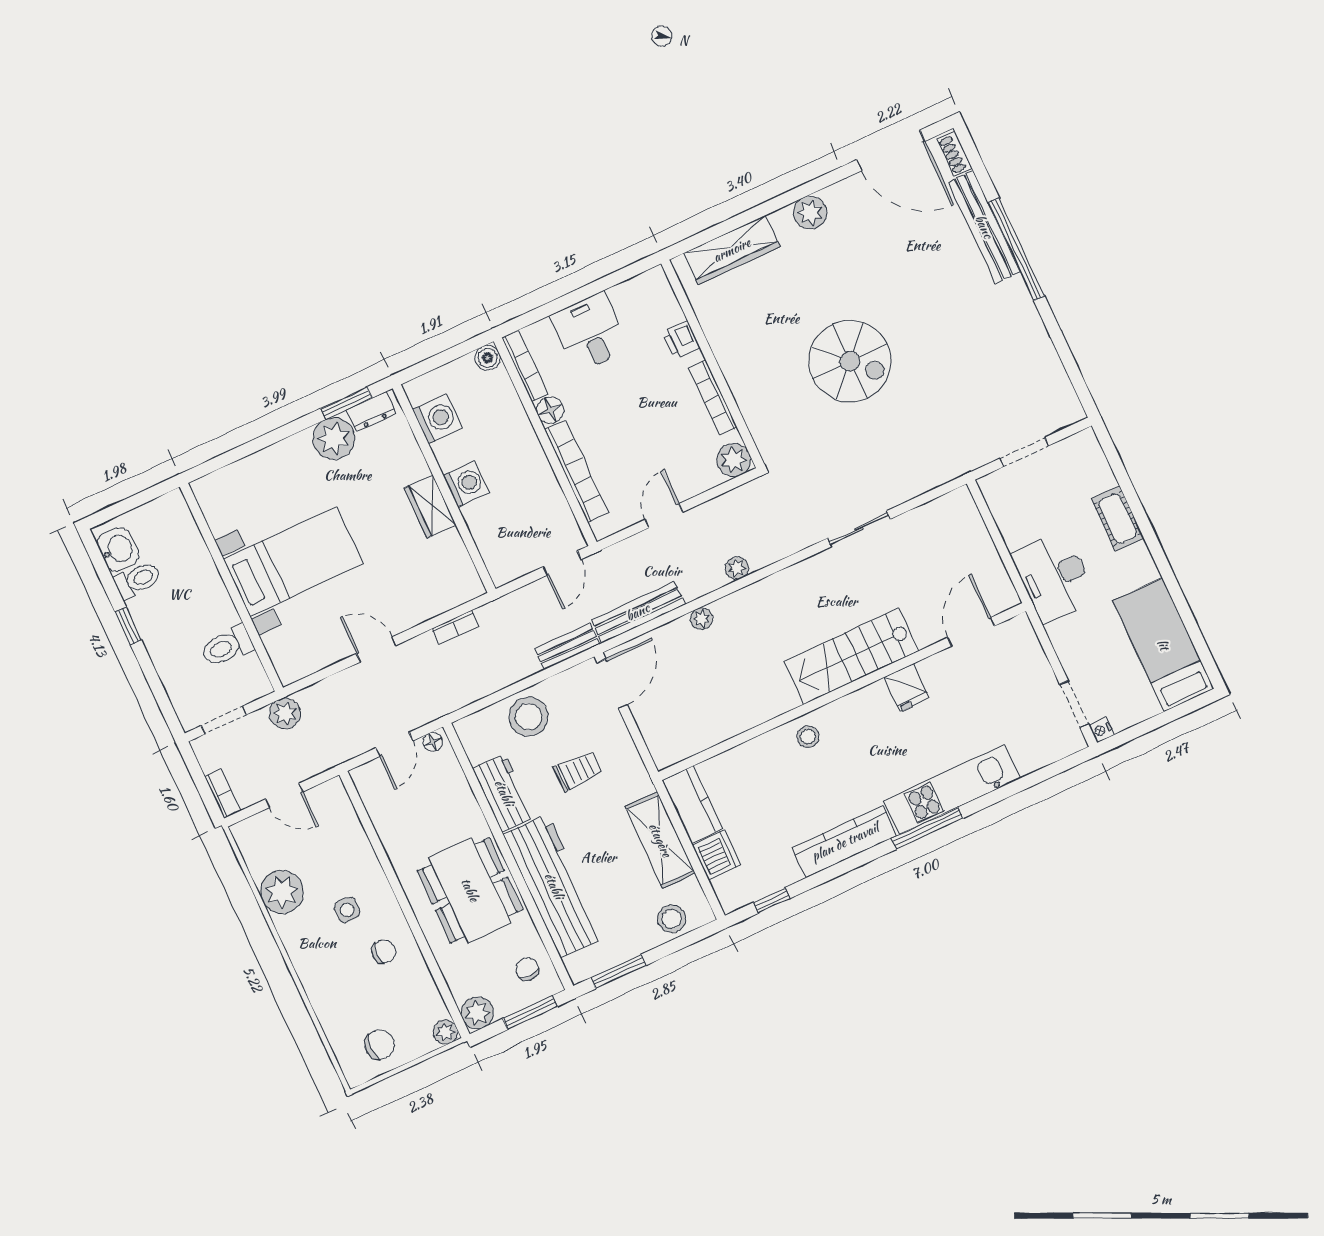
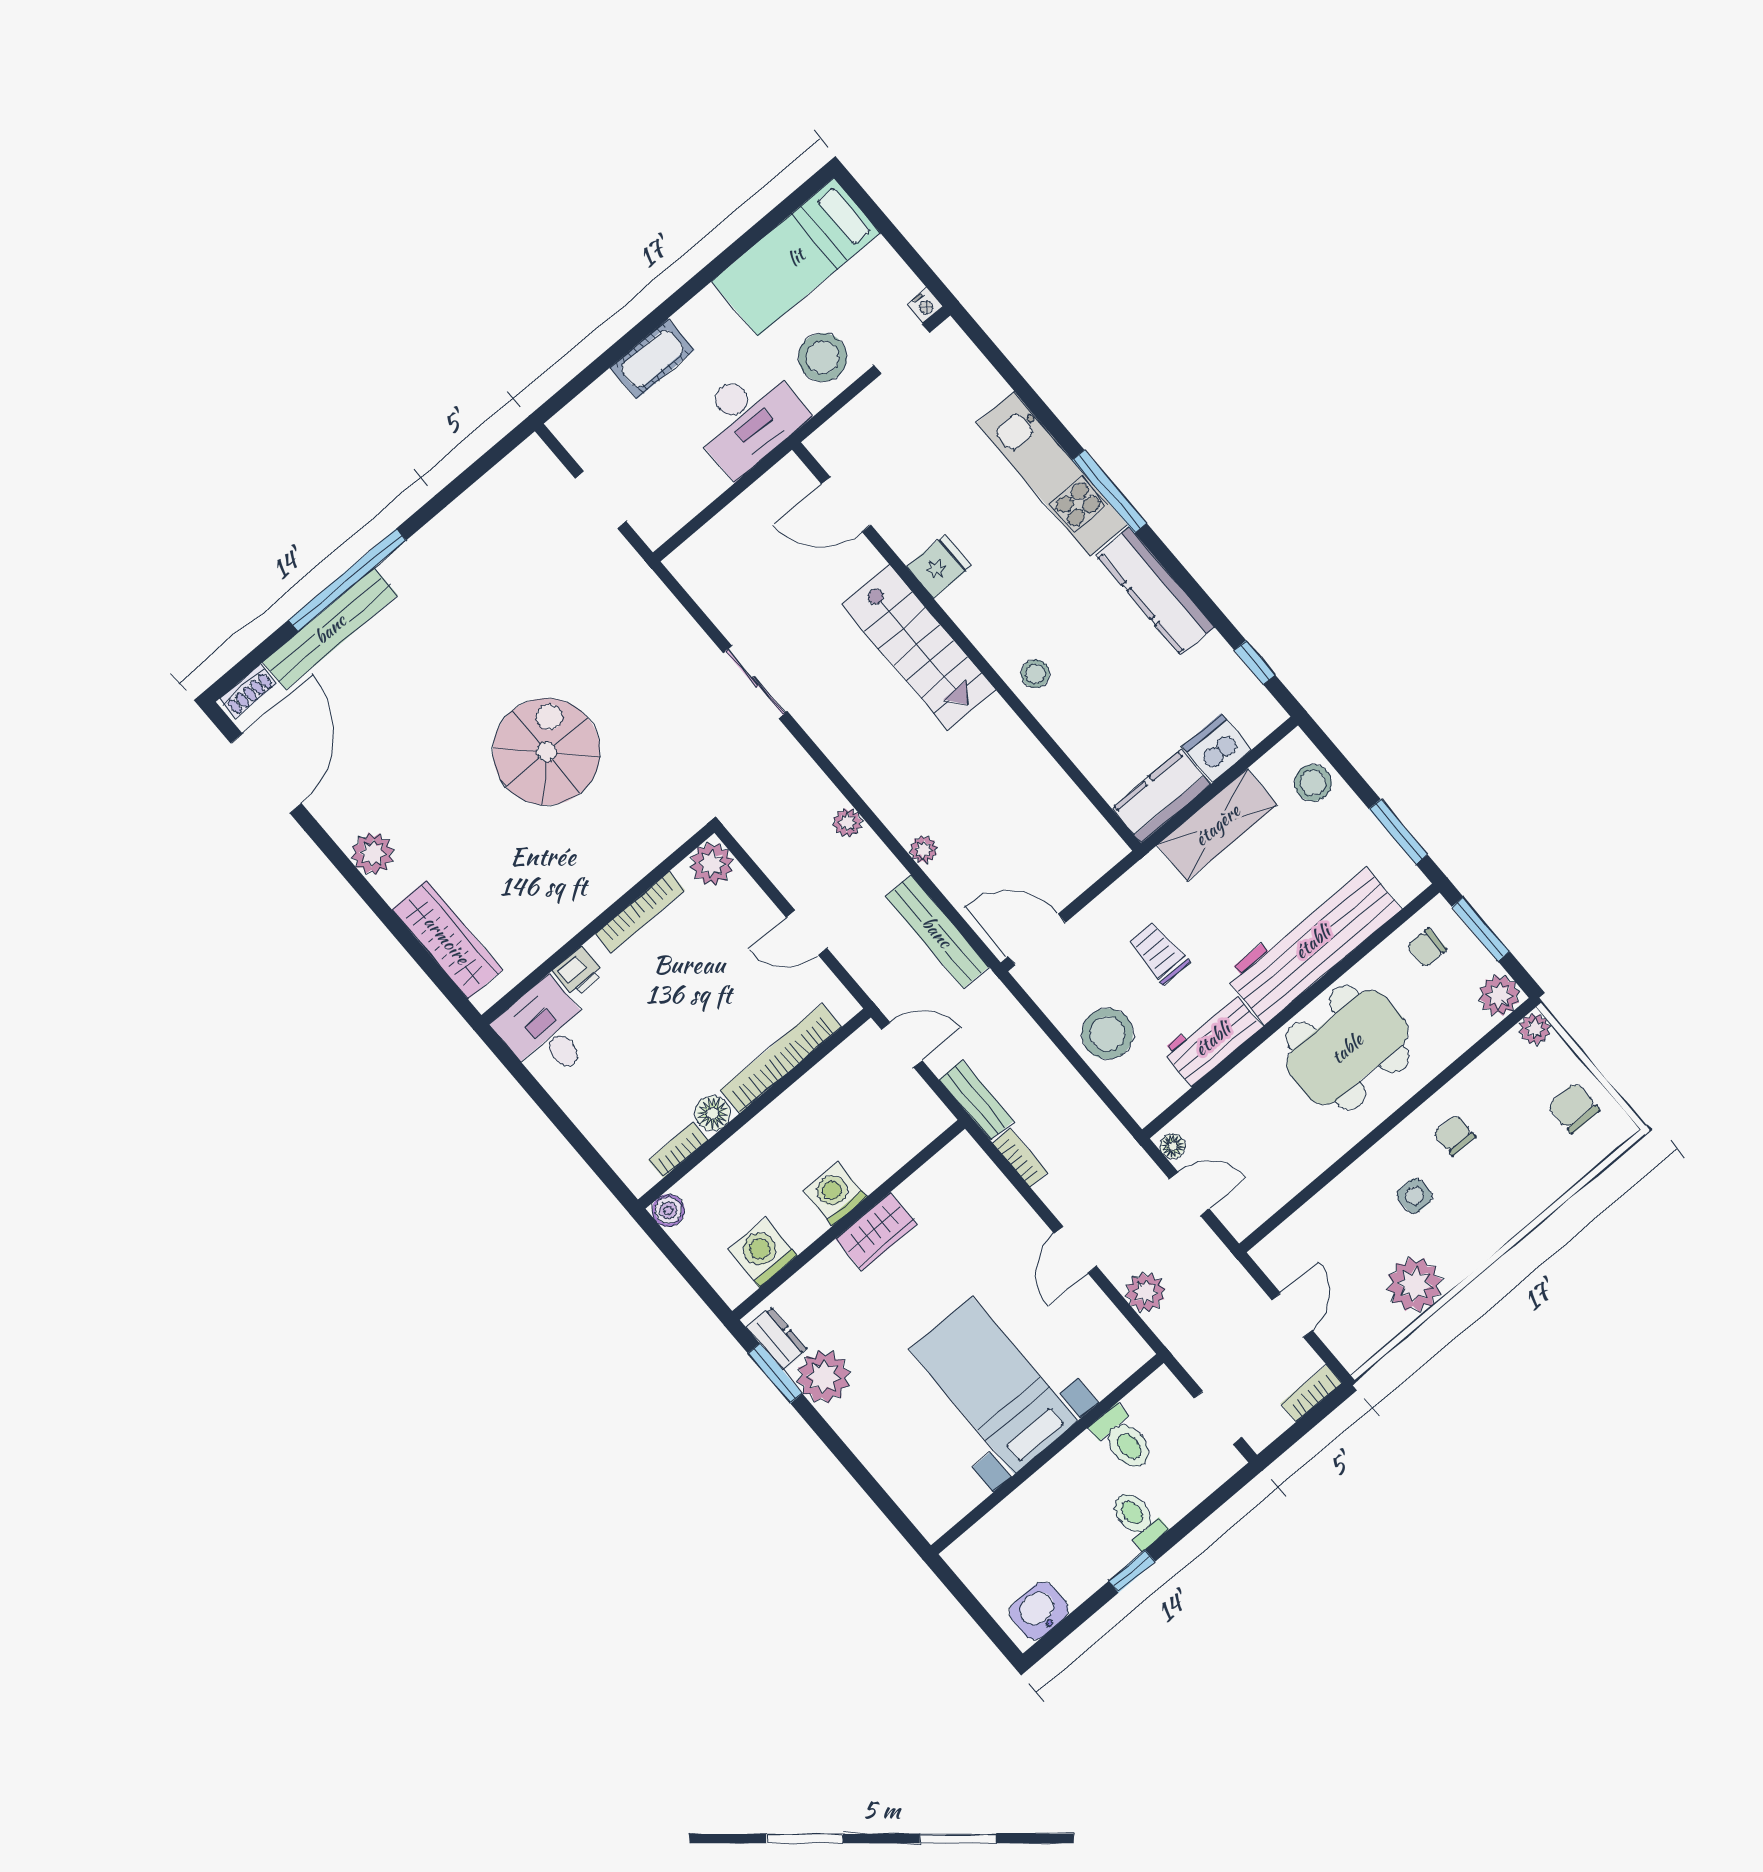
desk: (590, 332) -> (546, 1031), moved, turned 90
bookcase: (525, 366) -> (678, 1150), width x0.64
toilet: (137, 580) -> (1137, 1519), moved
stool: (1084, 644) -> (823, 357), added
bench: (567, 646) -> (976, 1100), moved
plant: (285, 714) -> (1146, 1292), moved

